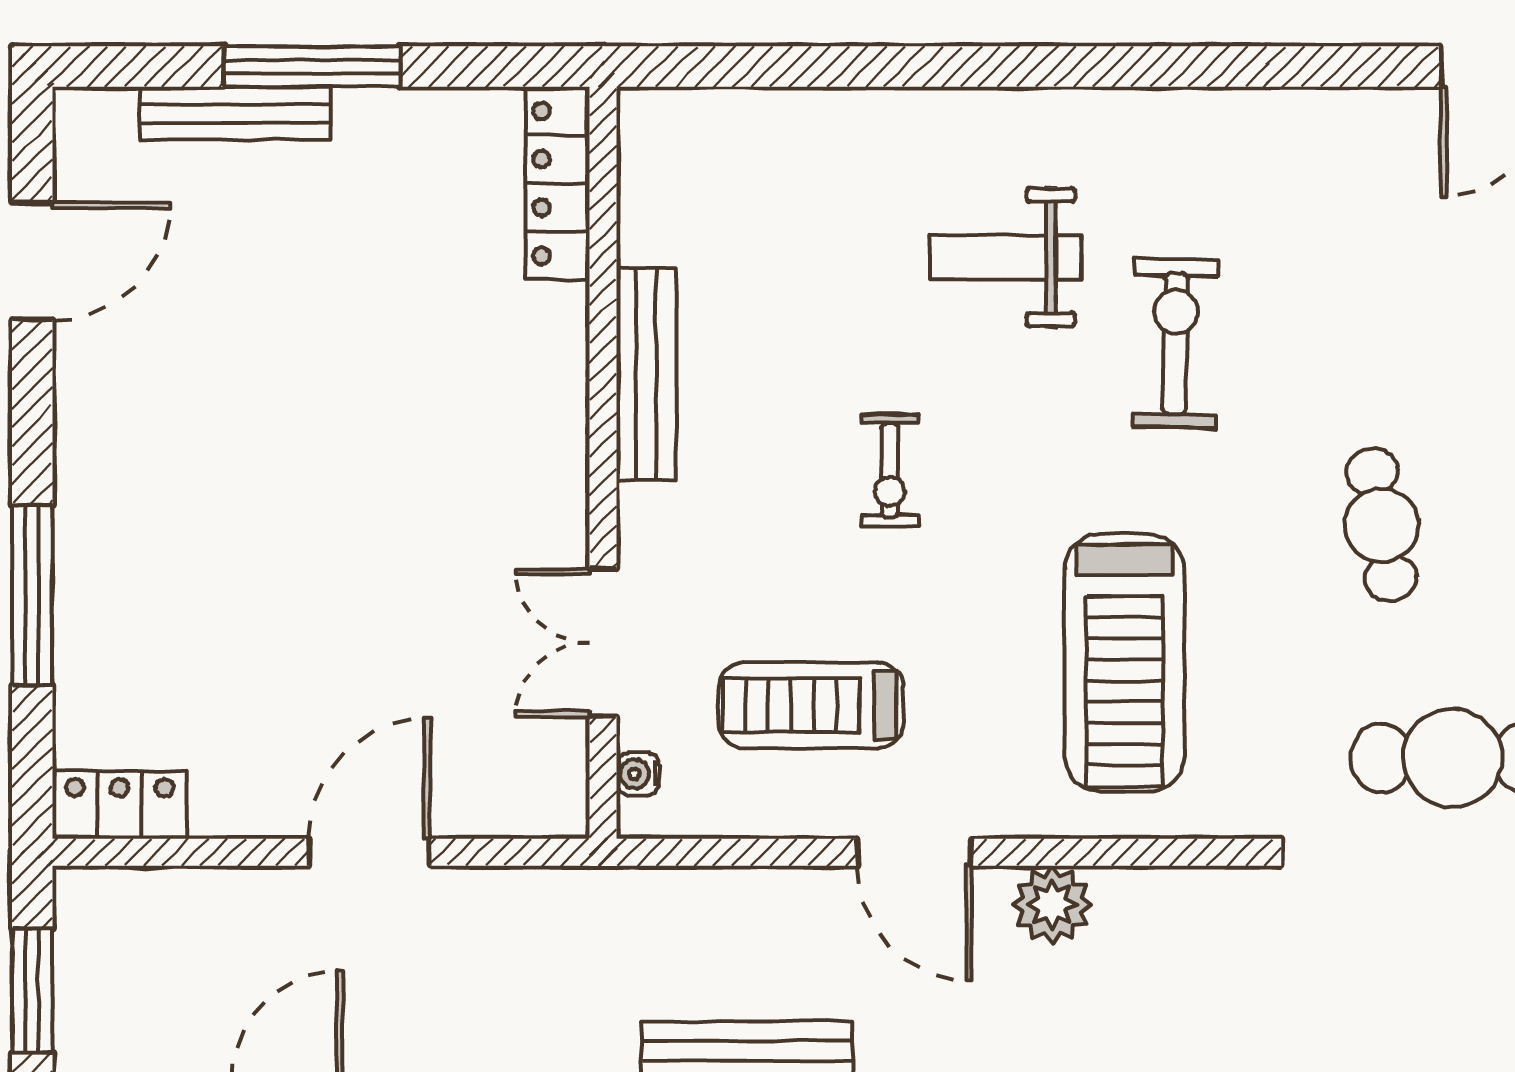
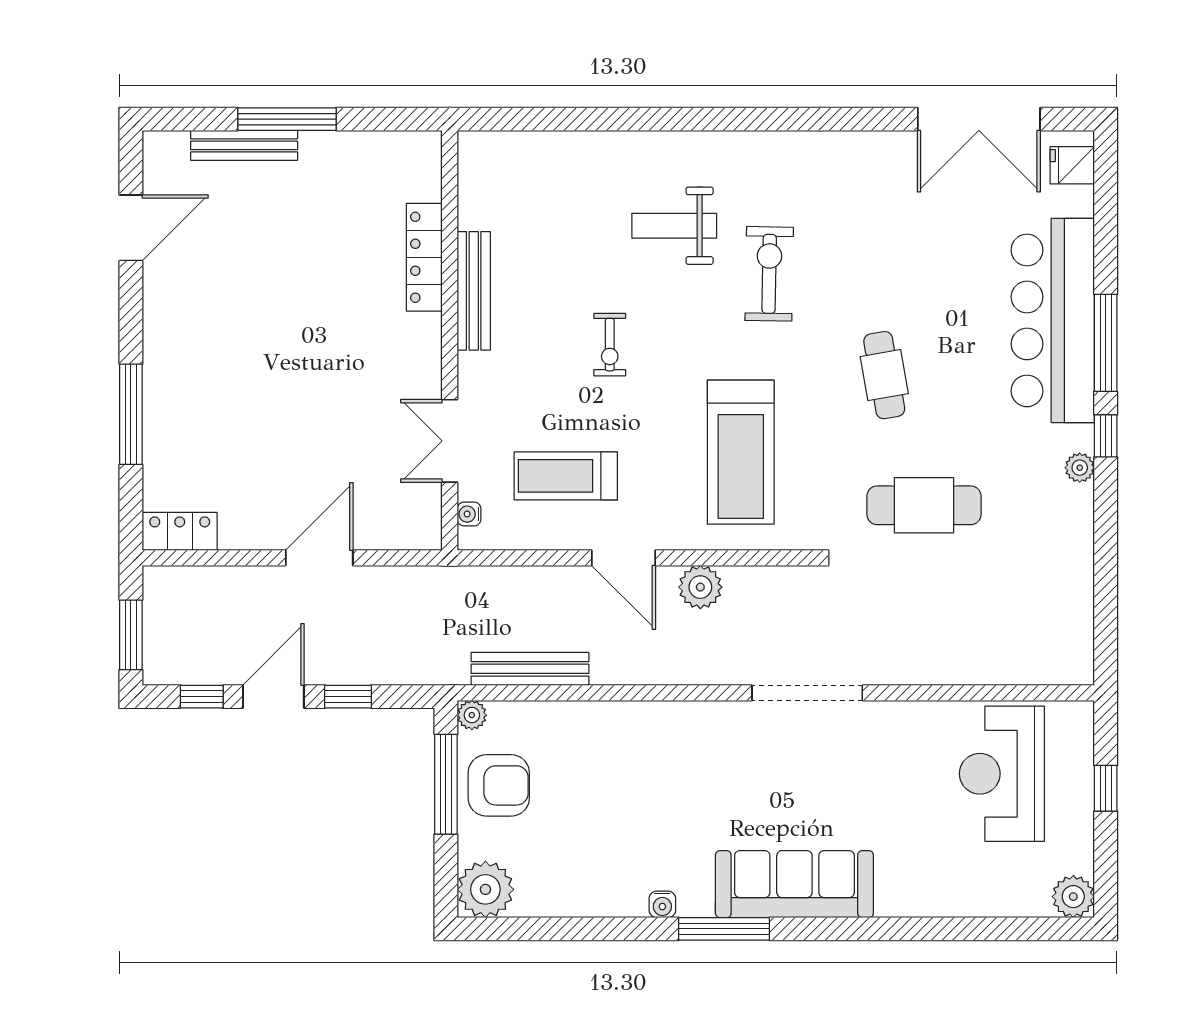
locker: (558, 183) -> (424, 257), moved

